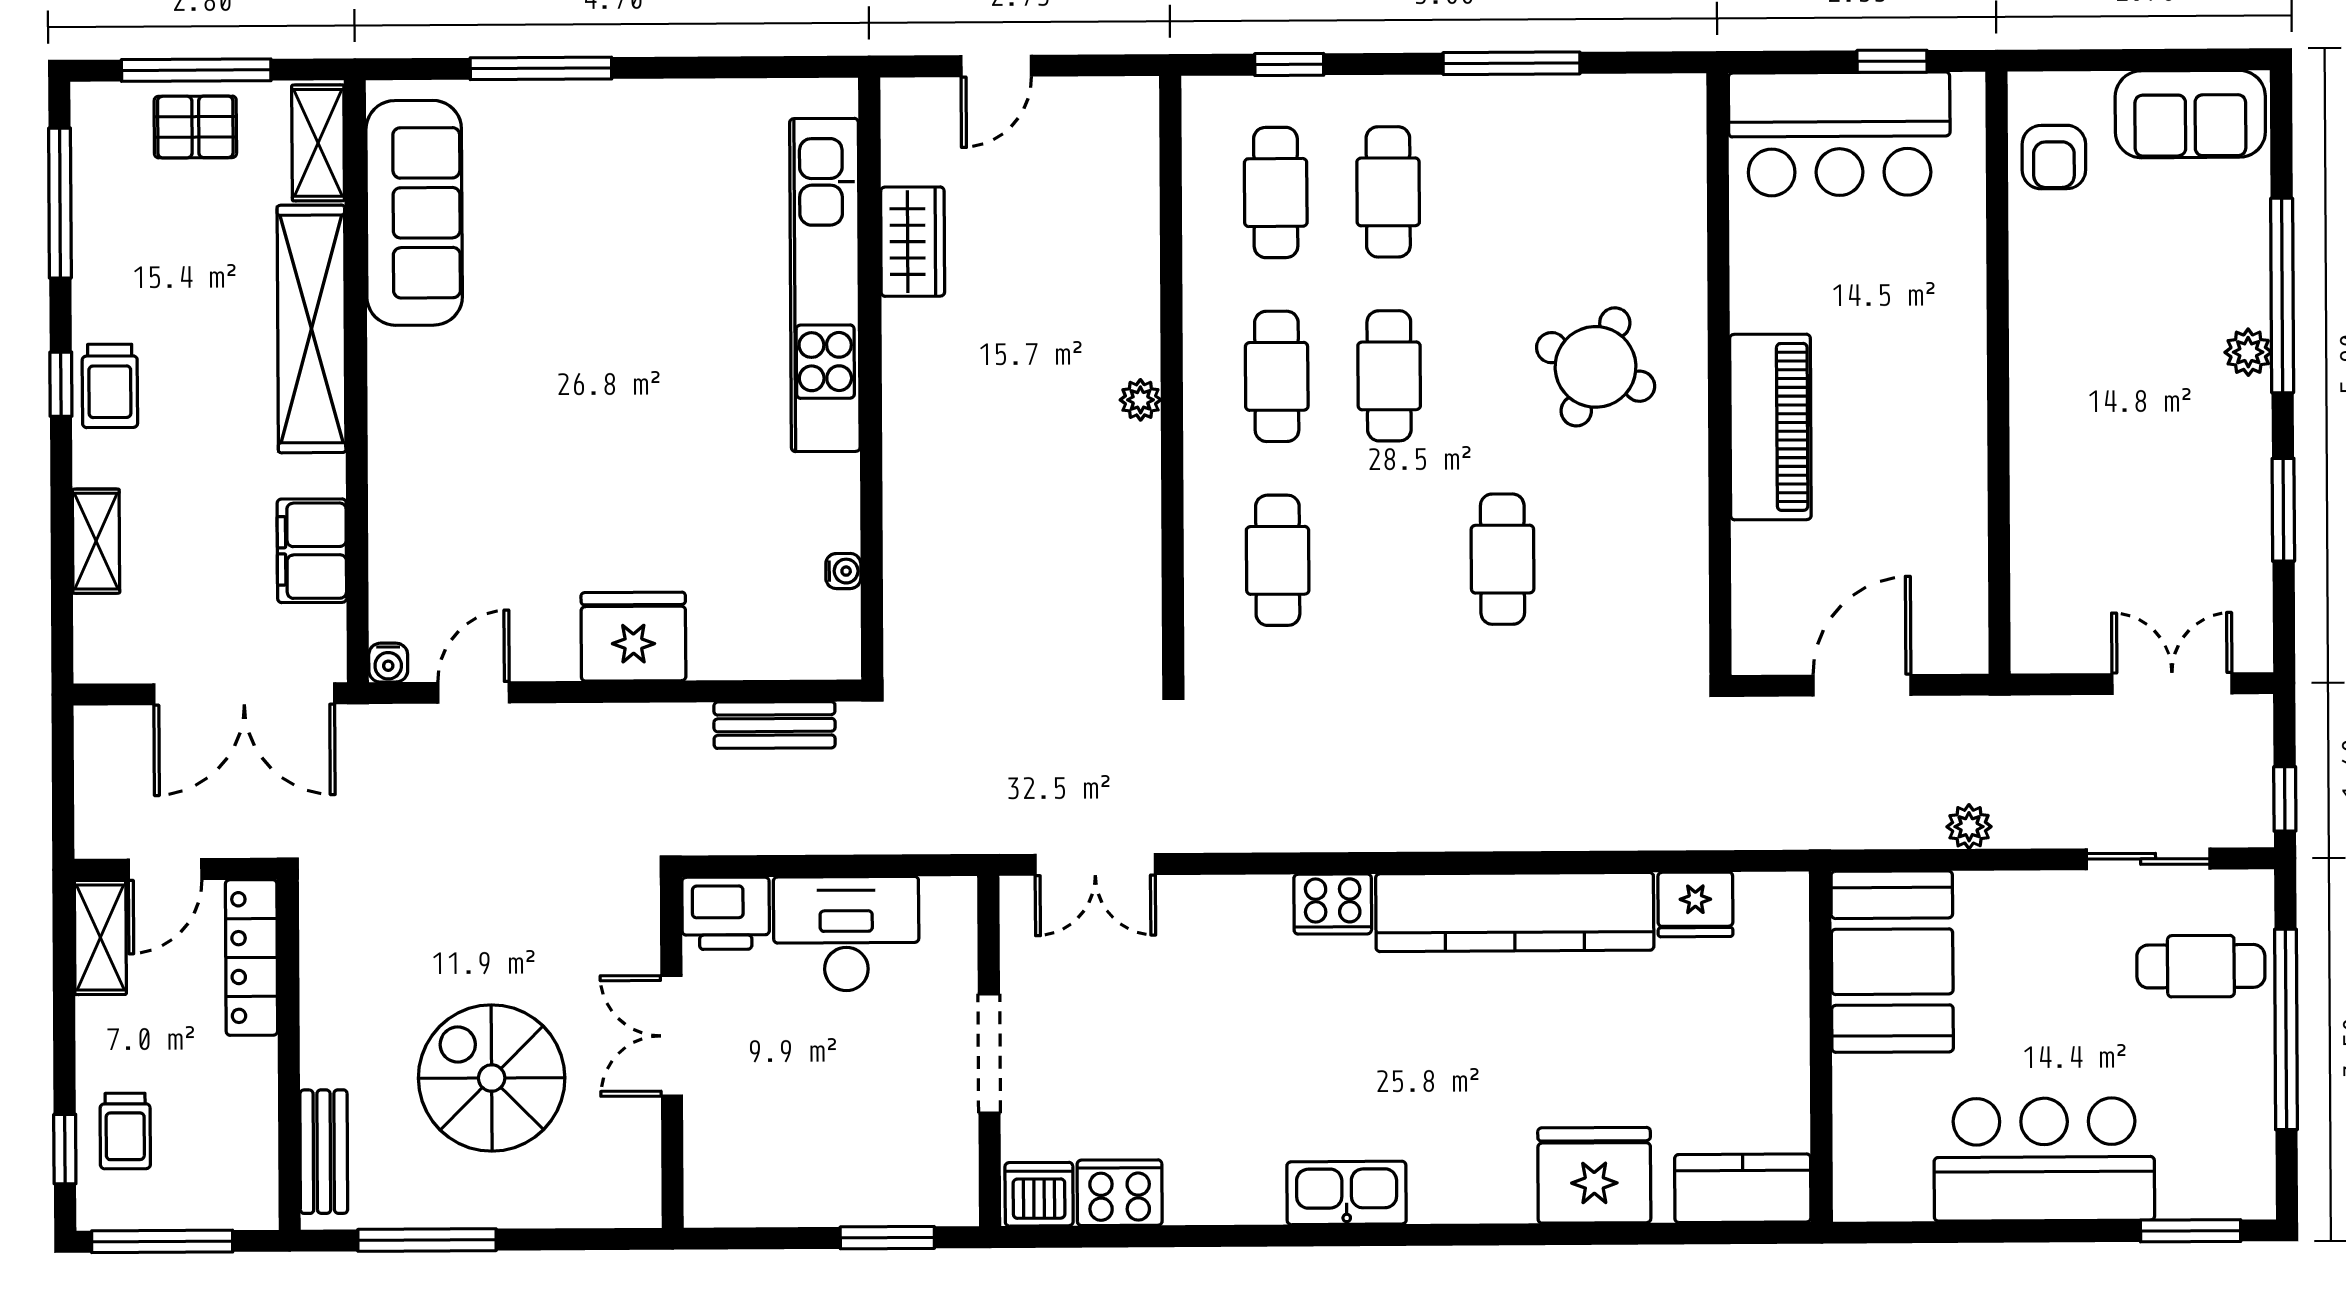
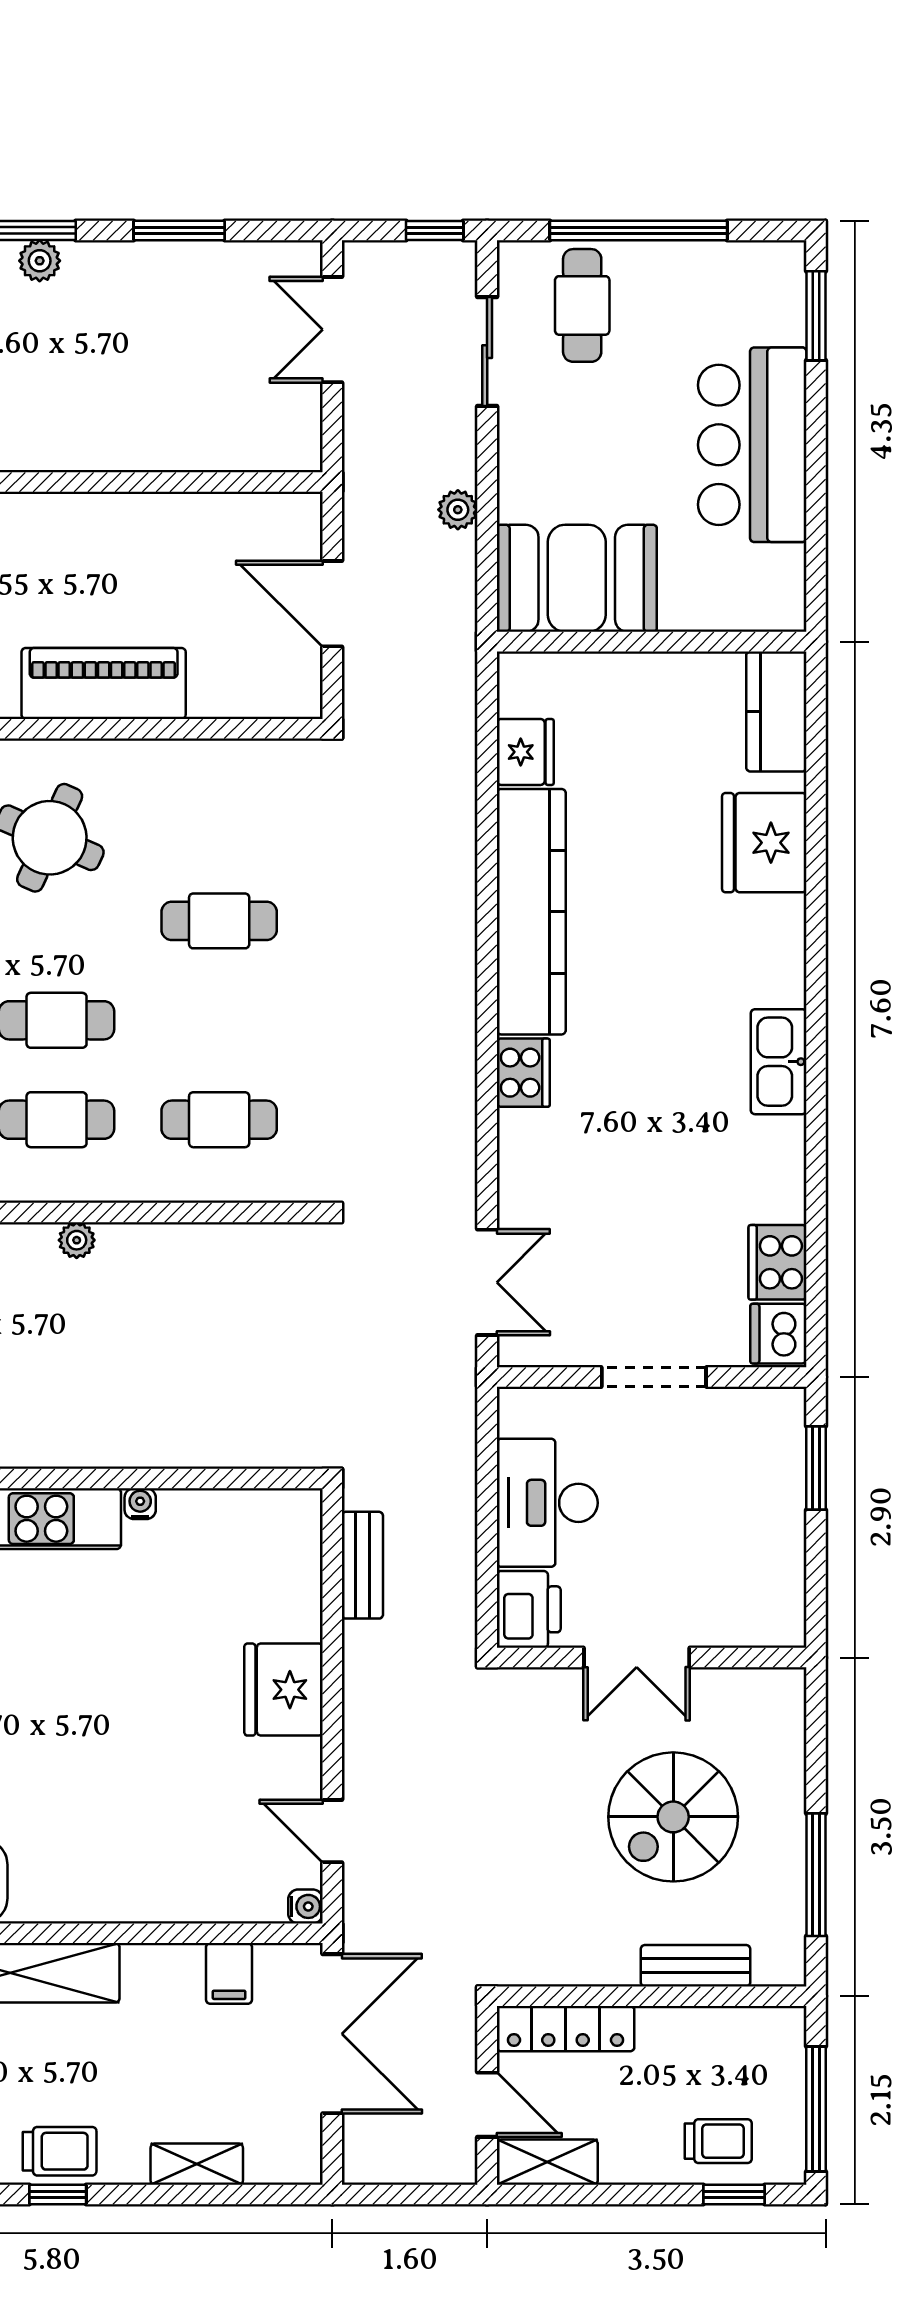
filing cabinet: (312, 551) -> (229, 1973), width x0.50
water cooler: (843, 571) -> (140, 1504), moved
bench: (324, 1152) -> (696, 1966), moved

